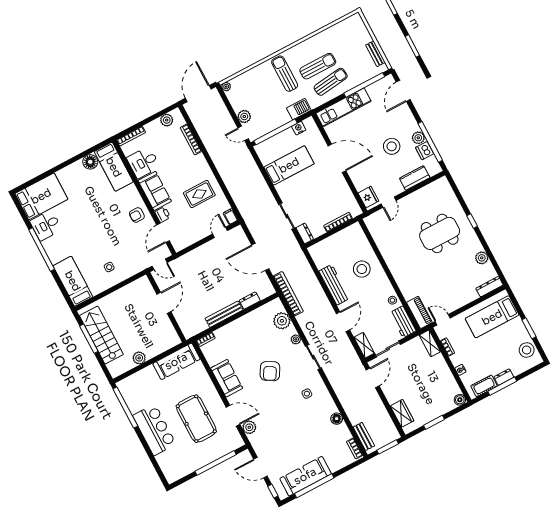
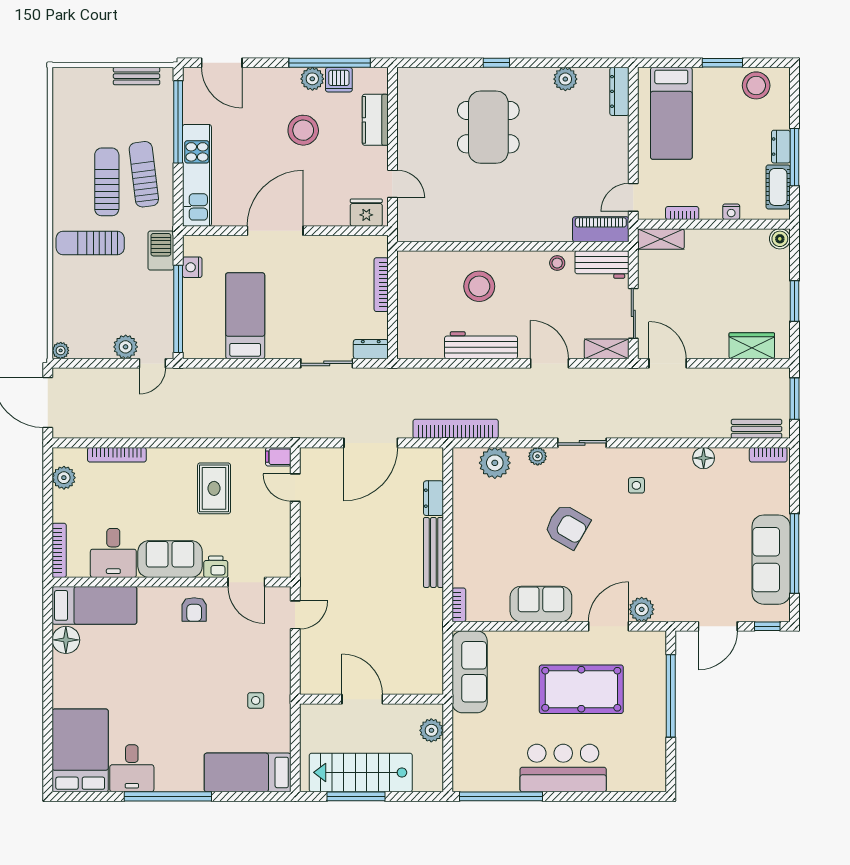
door: (164, 303) -> (362, 699), moved
wall: (166, 307) -> (371, 699), moved

